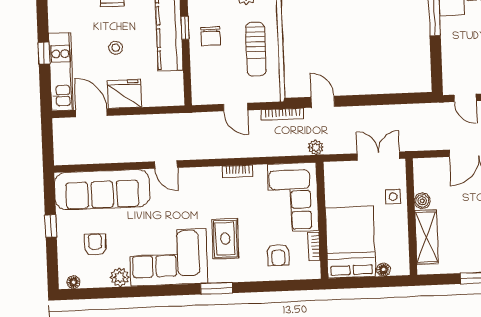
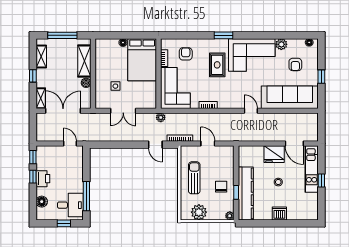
boiler: (422, 201) -> (86, 83), moved
wall: (411, 217) -> (93, 74), moved
shelving: (427, 237) -> (84, 61), moved

